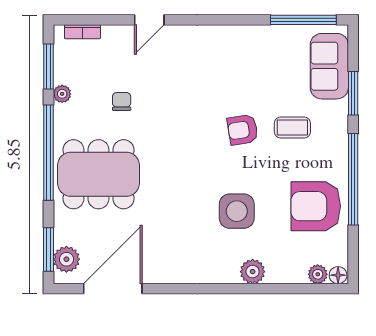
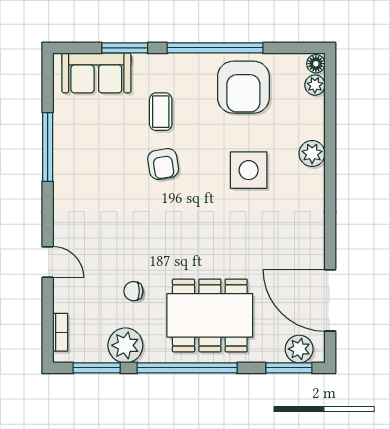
window: (303, 20) -> (48, 147), moved
plant: (62, 94) -> (125, 345), width x1.88, depth x1.88
dining table: (98, 174) -> (210, 315), turned 90

